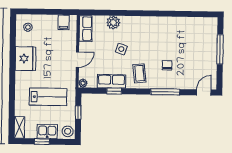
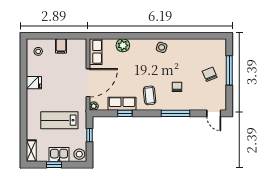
filing cabinet: (64, 22) -> (61, 46), moved
side table: (121, 49) -> (162, 47), moved
chair: (200, 53) -> (210, 74), added
fridge: (26, 59) -> (34, 83), width x0.53, depth x0.75
door: (77, 60) -> (88, 83), width x1.87
door: (204, 92) -> (214, 113), swing flipped
lab bench: (48, 97) -> (59, 120), turned 180

